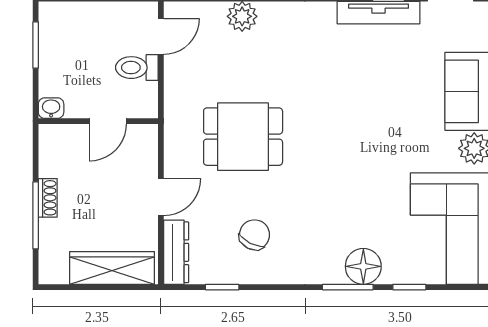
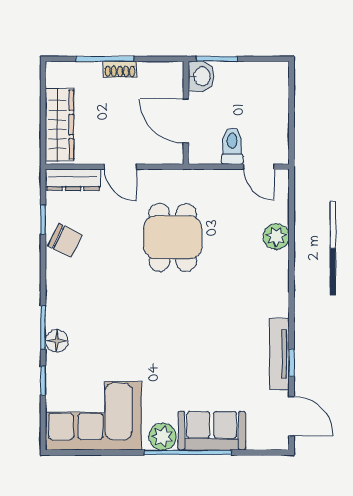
window: (36, 45) -> (217, 59), moved
washbasin: (51, 108) -> (201, 76), width x1.38, depth x1.45
door: (108, 121) -> (186, 121), width x1.37
chair: (254, 235) -> (65, 240), moved
floor lamp: (363, 266) -> (57, 341), width x0.73, depth x0.73

